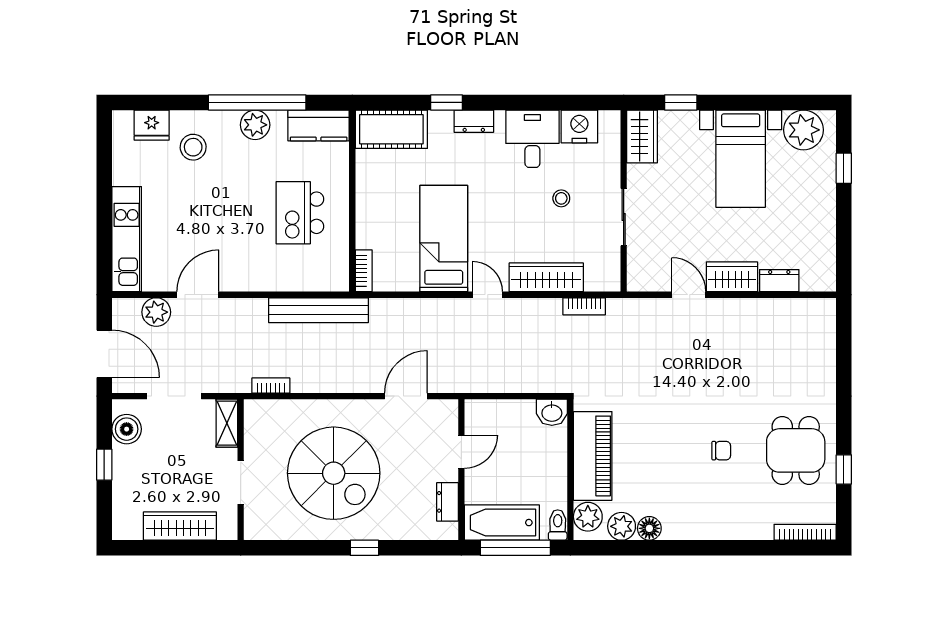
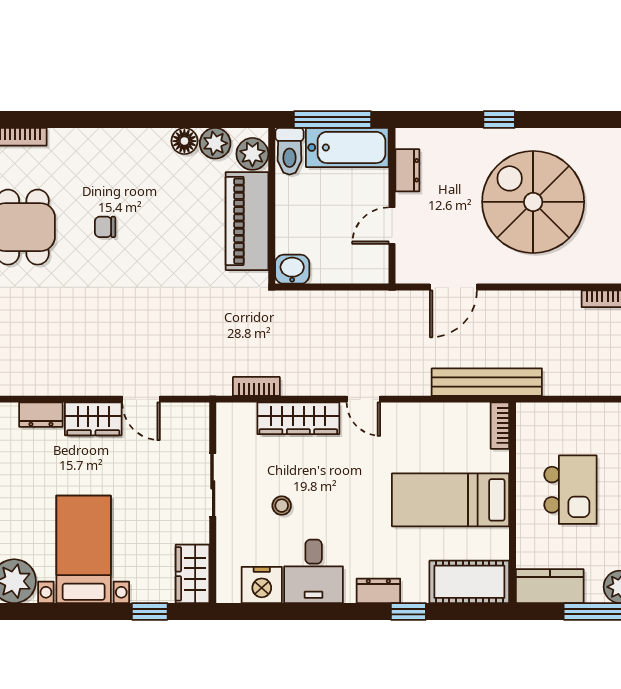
bed: (444, 239) -> (450, 500), moved, turned 90
bench: (319, 310) -> (487, 382), moved
toilet: (558, 525) -> (290, 151), width x1.37, depth x1.39

